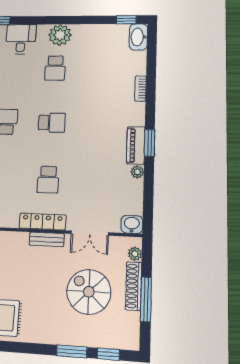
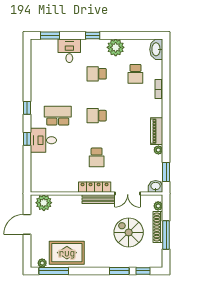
window: (126, 20) -> (93, 35), moved
plant: (60, 35) -> (116, 47), moved
school desk: (55, 68) -> (97, 74), turned 90
school desk: (108, 68) -> (135, 74), added
school desk: (52, 123) -> (97, 116), turned 180
window: (150, 143) -> (166, 172), moved
bench: (47, 239) -> (98, 199), width x1.36

